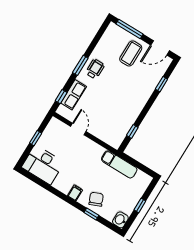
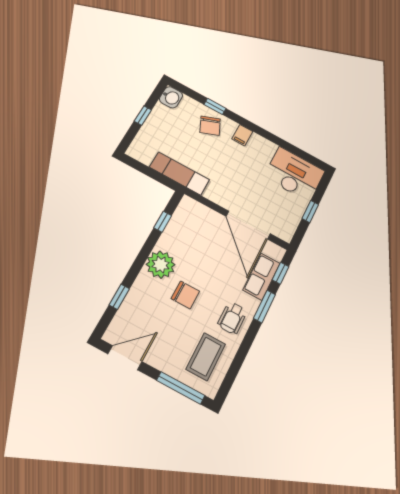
coffee table: (131, 53) -> (206, 357), moved
window: (80, 65) -> (264, 306), moved
chair: (122, 84) -> (185, 295), added
plant: (136, 104) -> (161, 265), added
door: (78, 129) -> (248, 225), width x1.87

